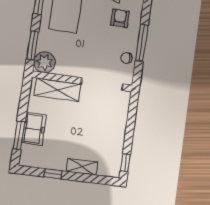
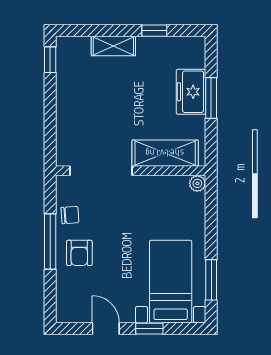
armchair: (120, 18) -> (79, 253), moved
window: (32, 46) -> (211, 212), removed
plant: (45, 62) -> (197, 183), width x0.53, depth x0.53
window: (19, 135) -> (211, 98), moved

